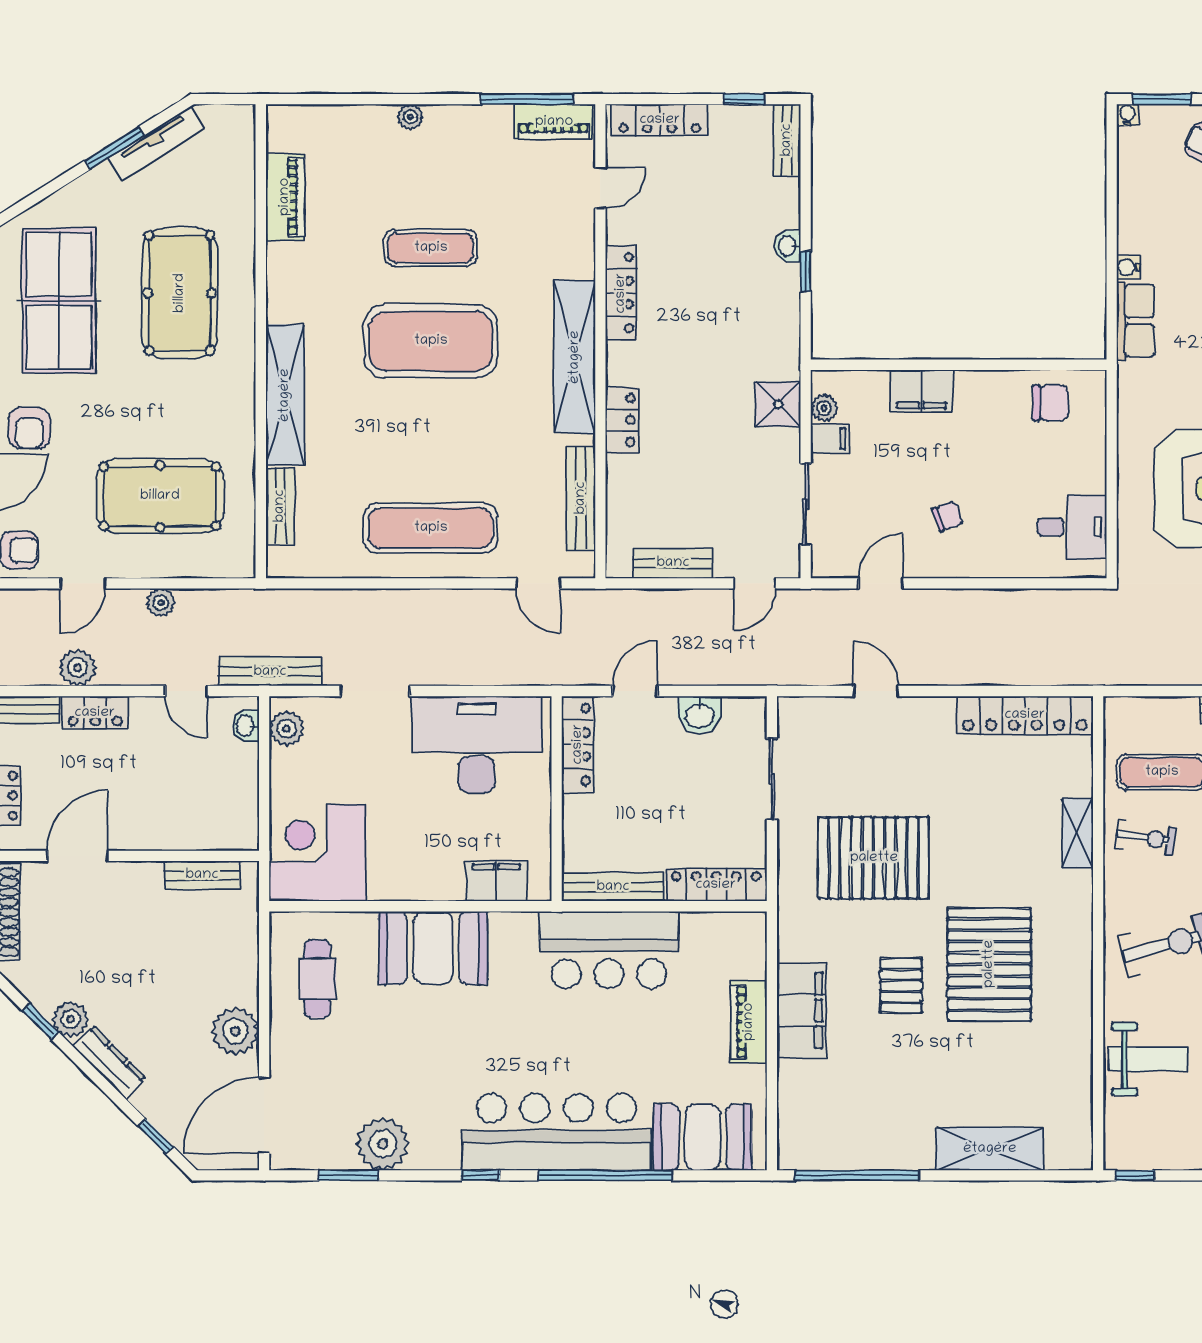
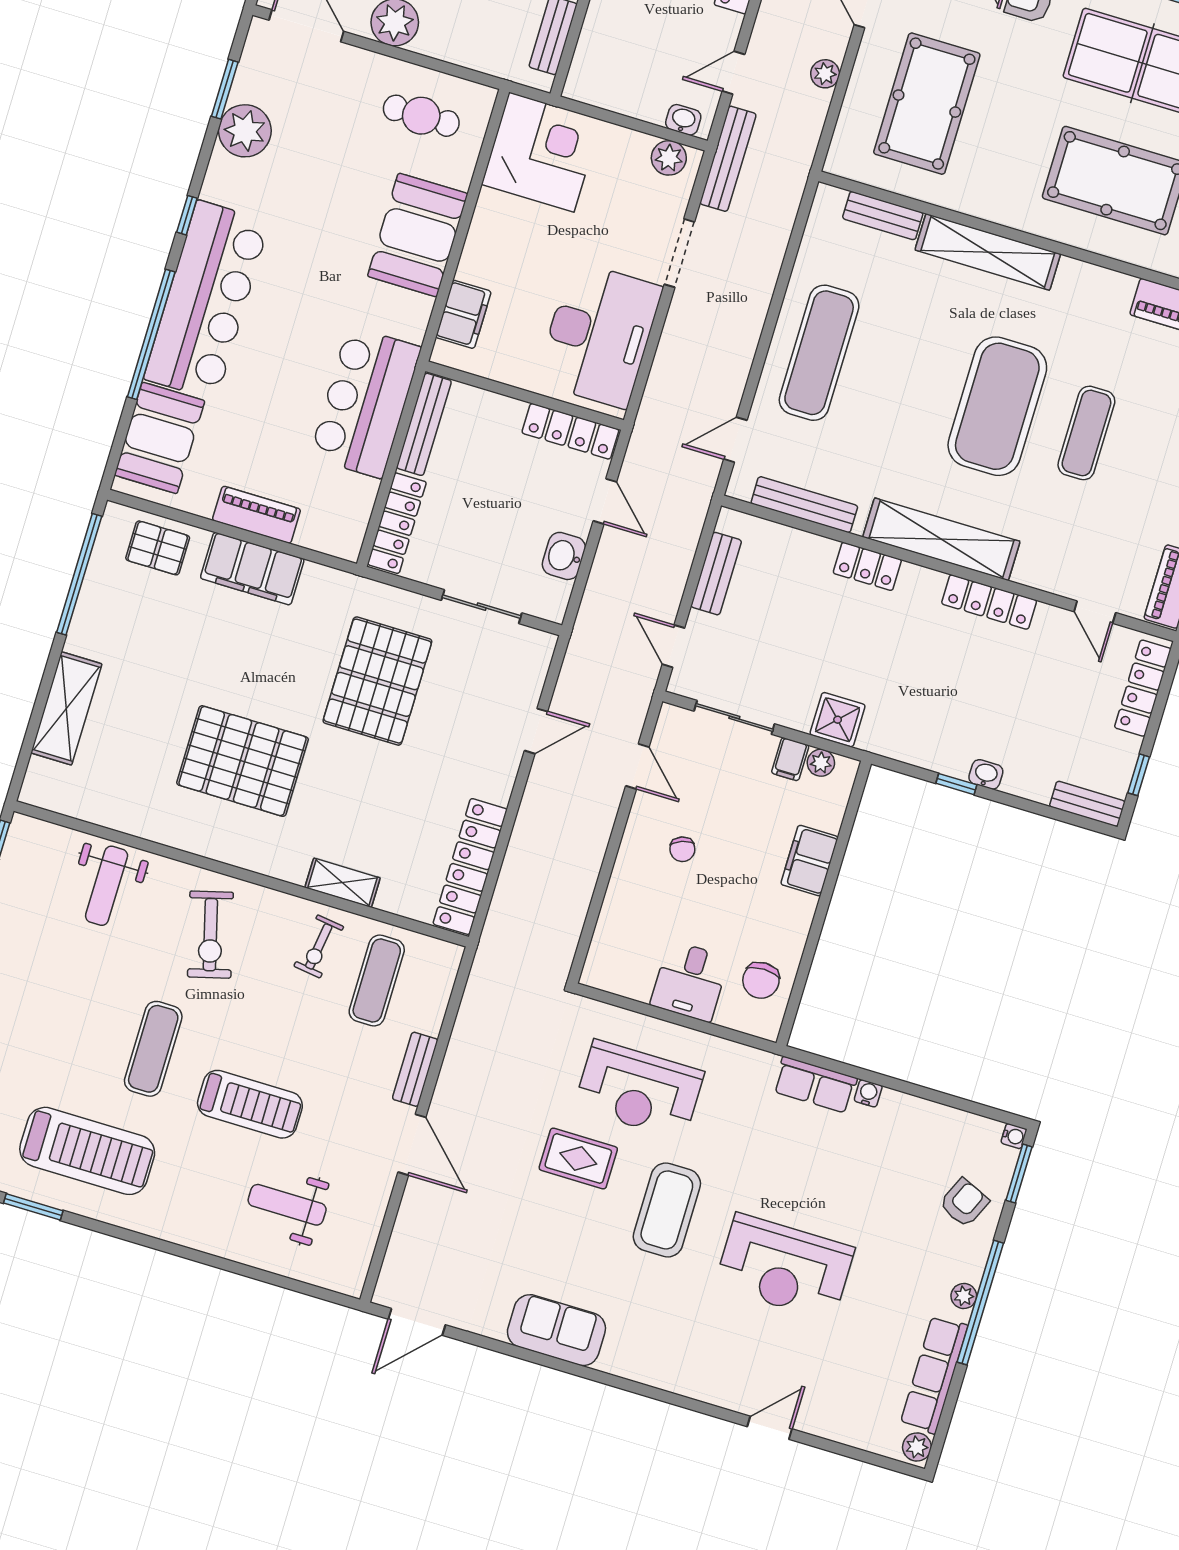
desk: (1072, 527) -> (690, 981), moved
pallet: (901, 986) -> (158, 548), moved

